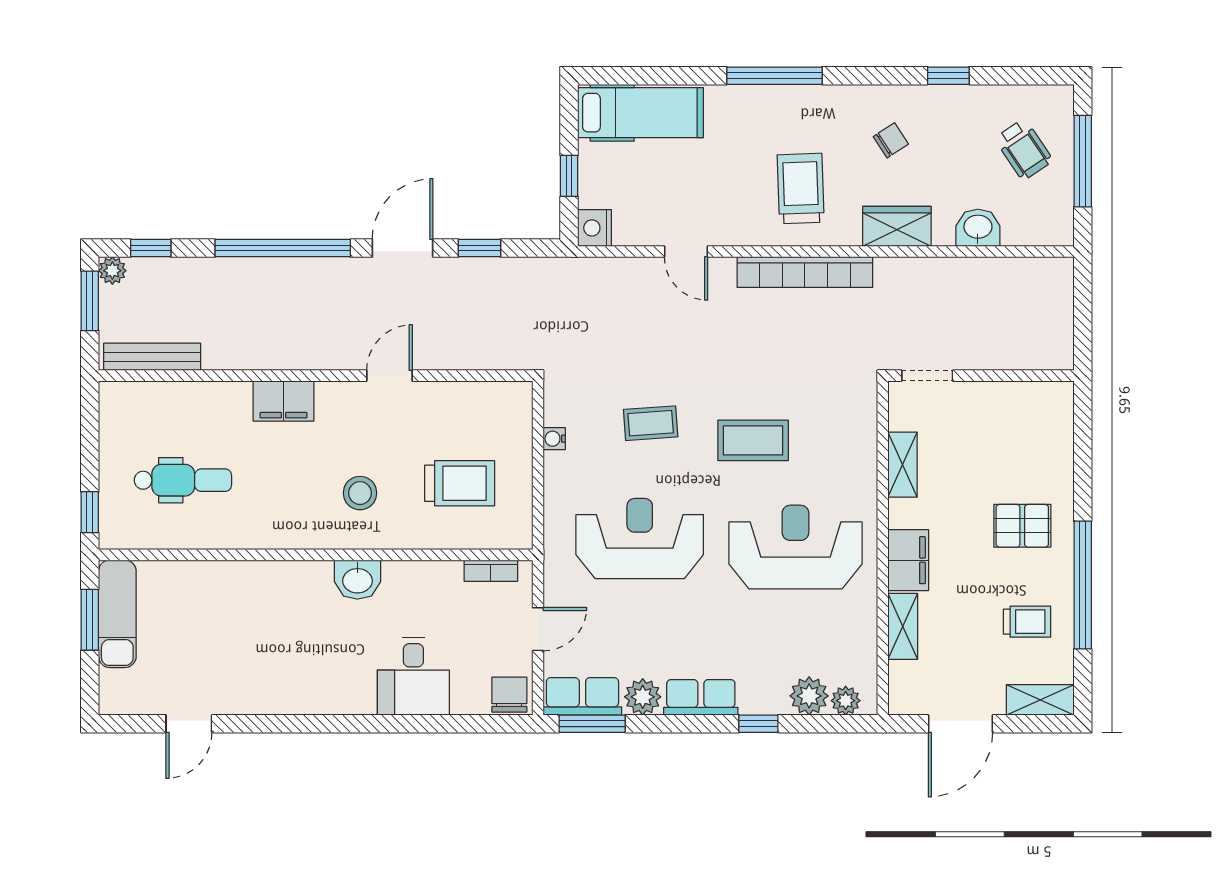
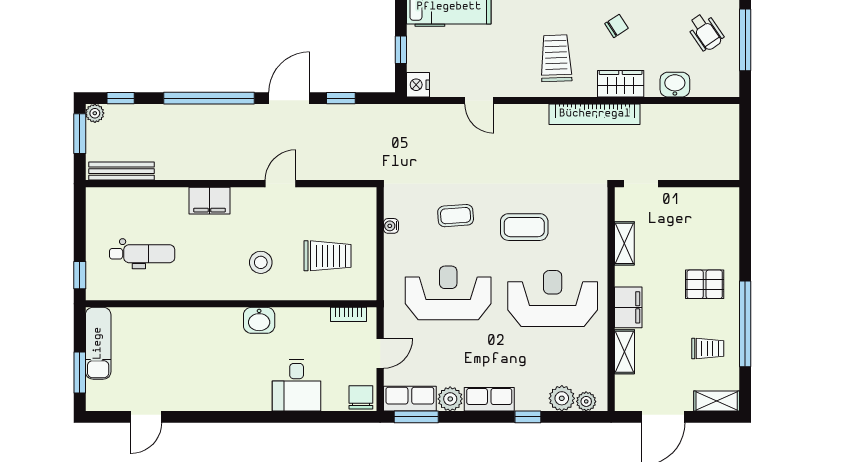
bookcase: (805, 272) -> (595, 114), moved
window: (90, 620) -> (80, 373), moved

